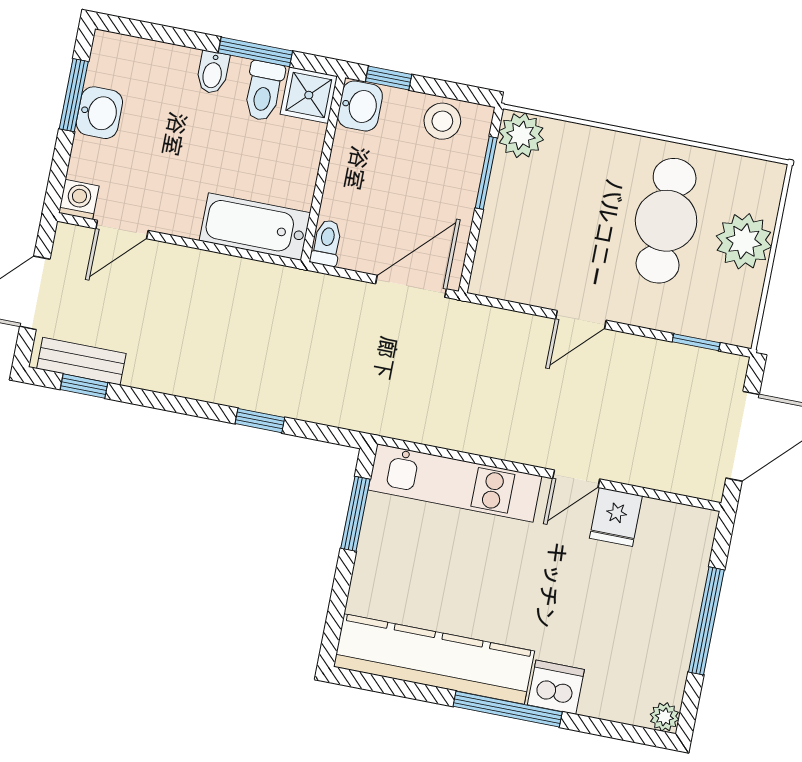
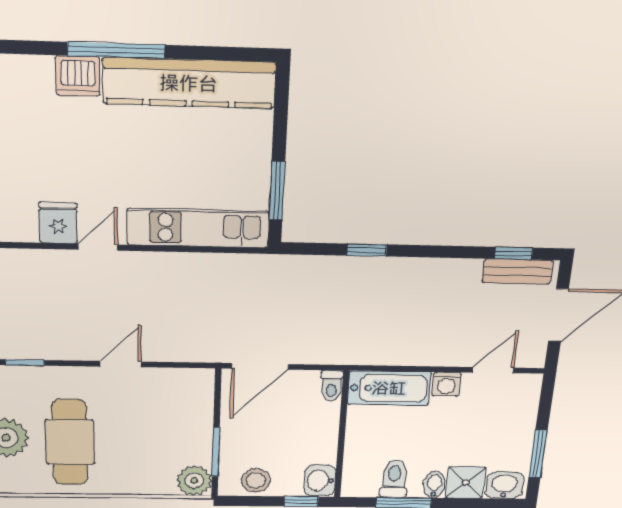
shower: (309, 95) -> (466, 483), moved
washbasin: (99, 113) -> (505, 485), moved, turned 90
washing machine: (79, 199) -> (446, 384), moved

